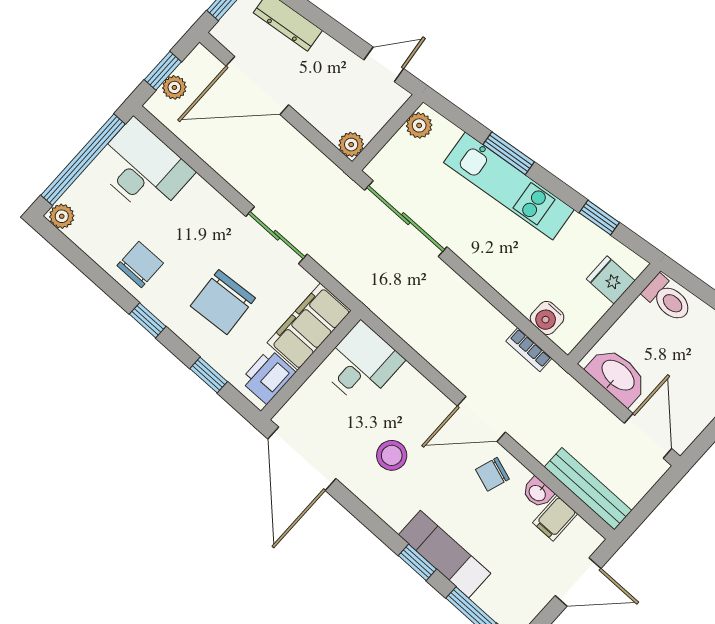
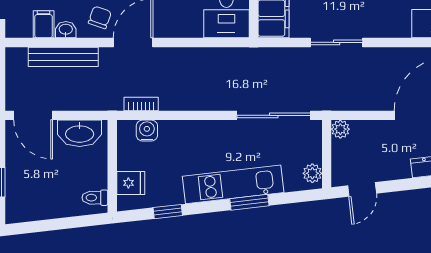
toilet: (668, 299) -> (95, 198), width x0.73, depth x0.72
bench: (588, 489) -> (63, 57), moved

